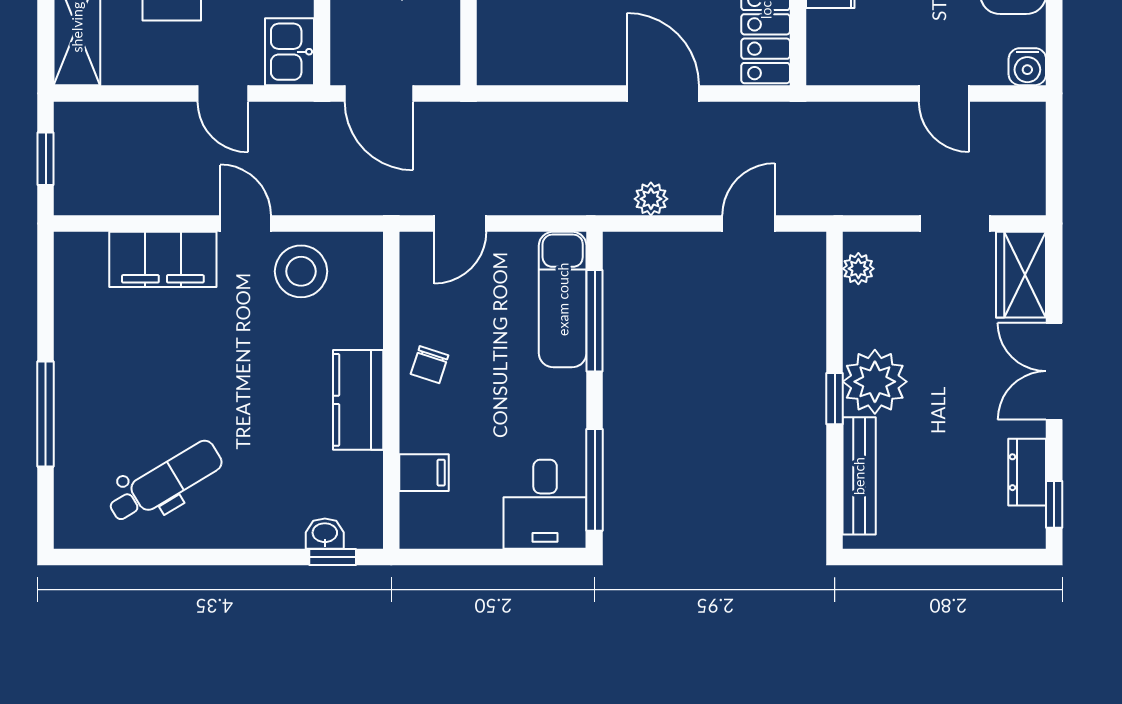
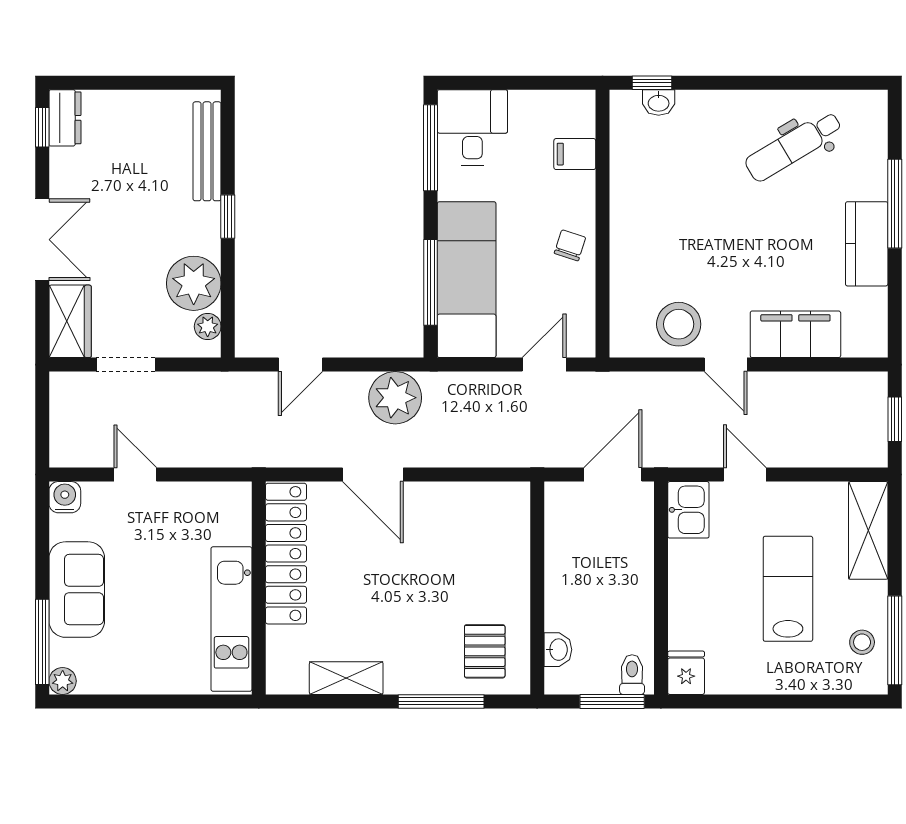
door: (379, 93) -> (613, 475), hinge flipped
plant: (651, 199) -> (395, 398), width x1.88, depth x1.88
exam couch: (563, 299) -> (467, 280), width x1.36, depth x1.45
plant: (875, 382) -> (194, 283), moved
kitchen counter: (358, 400) -> (867, 244), moved, turned 180
dresser: (1027, 472) -> (65, 118), moved

